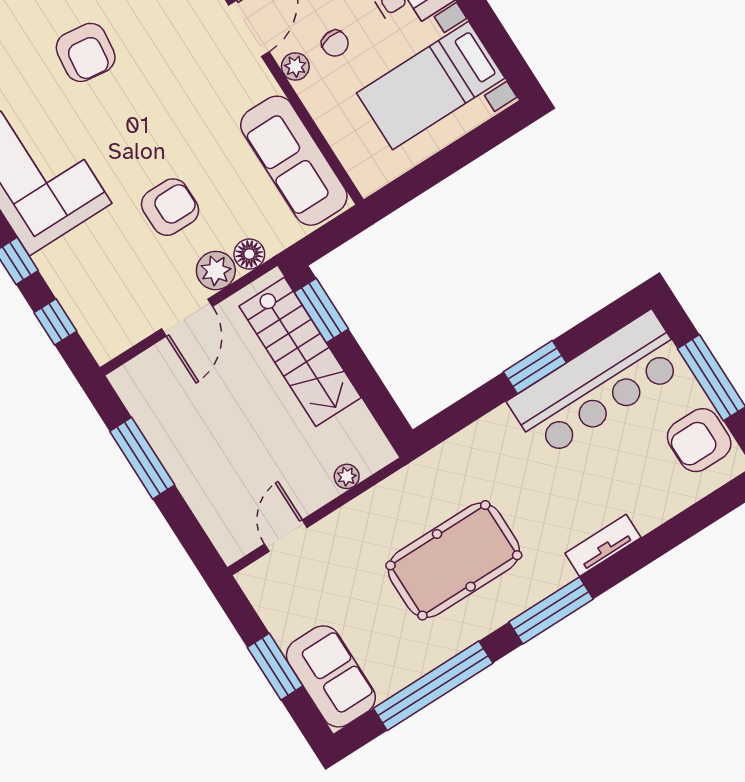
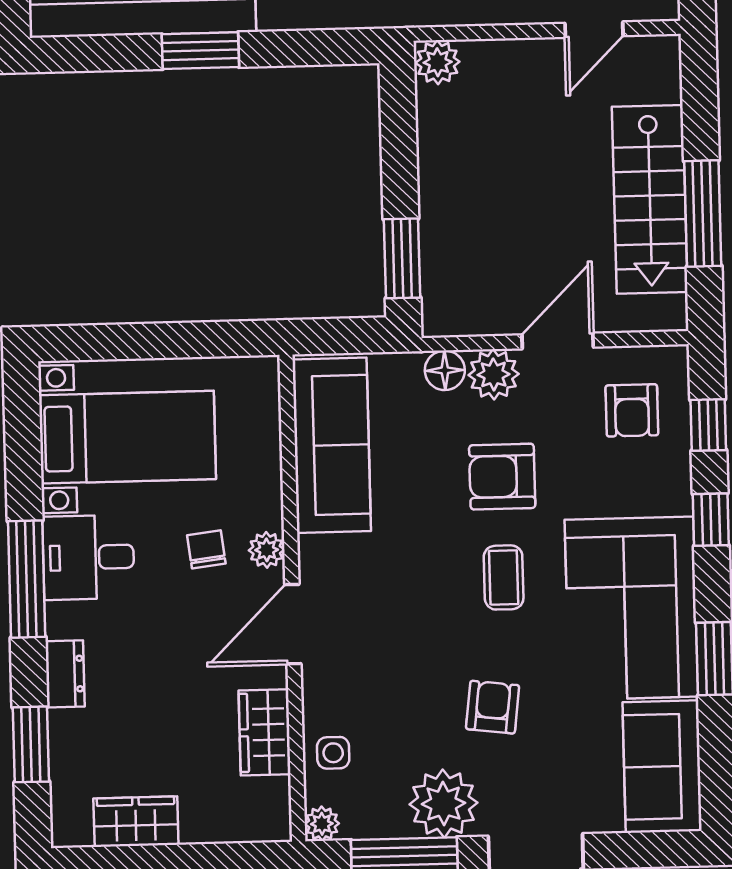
armchair: (86, 52) -> (493, 707), width x0.72, depth x0.72
coffee table: (129, 142) -> (504, 577), added
armchair: (111, 301) -> (632, 410), added
stairs: (300, 352) -> (650, 199), moved, turned 180
plant: (347, 476) -> (438, 62), moved, width x1.38, depth x1.38

